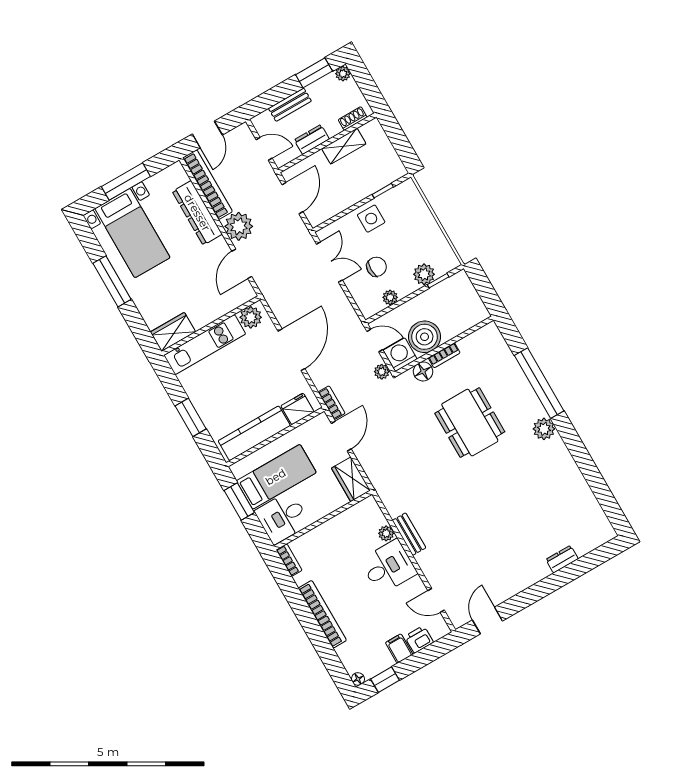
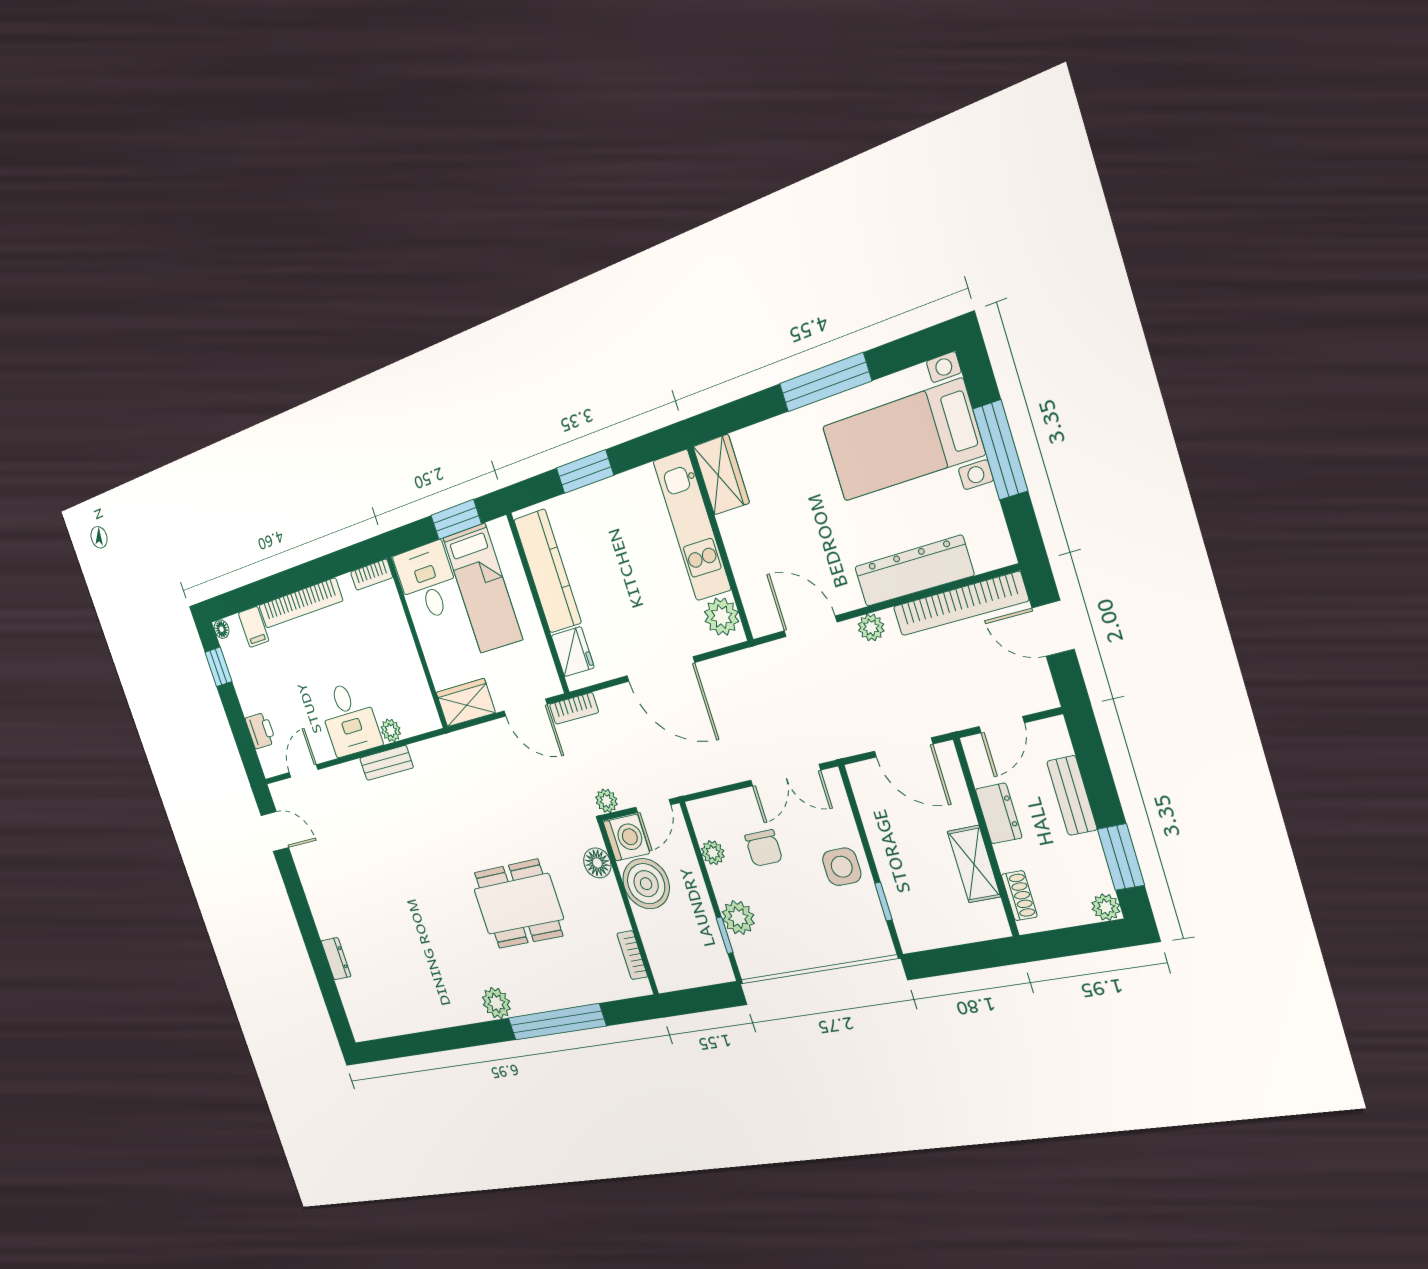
plant: (239, 226) -> (871, 627), width x0.53, depth x0.53
bookcase: (444, 355) -> (632, 955), moved
filing cabinet: (399, 649) -> (254, 627), moved, turned 90

